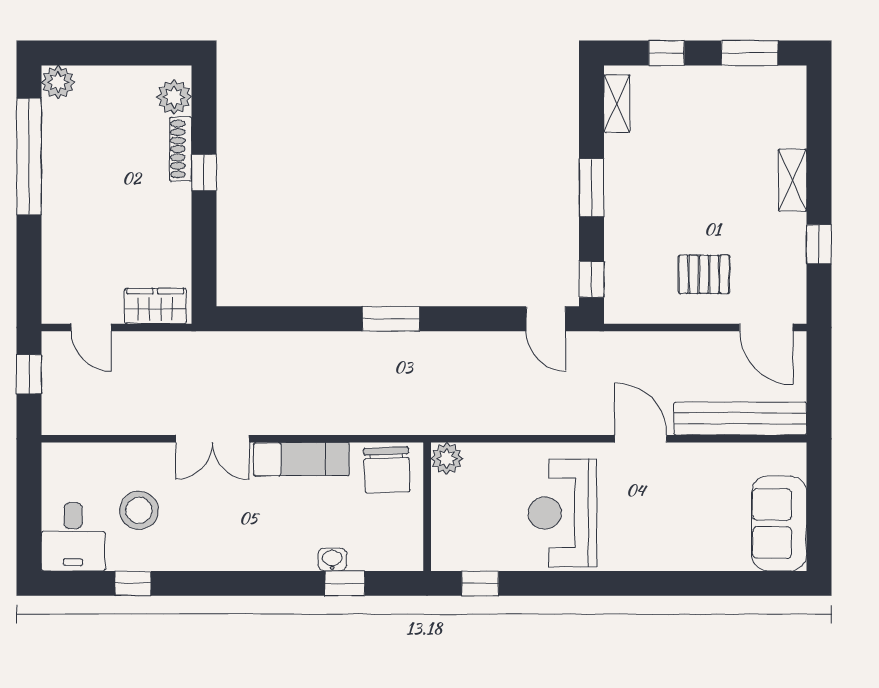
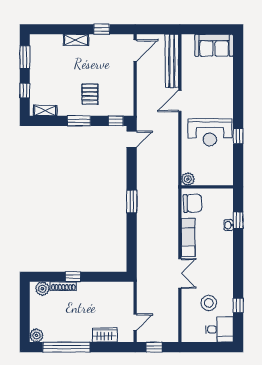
pallet: (704, 274) -> (90, 94), moved
wardrobe: (155, 306) -> (105, 335), moved, turned 90
window: (480, 583) -> (238, 136), moved

